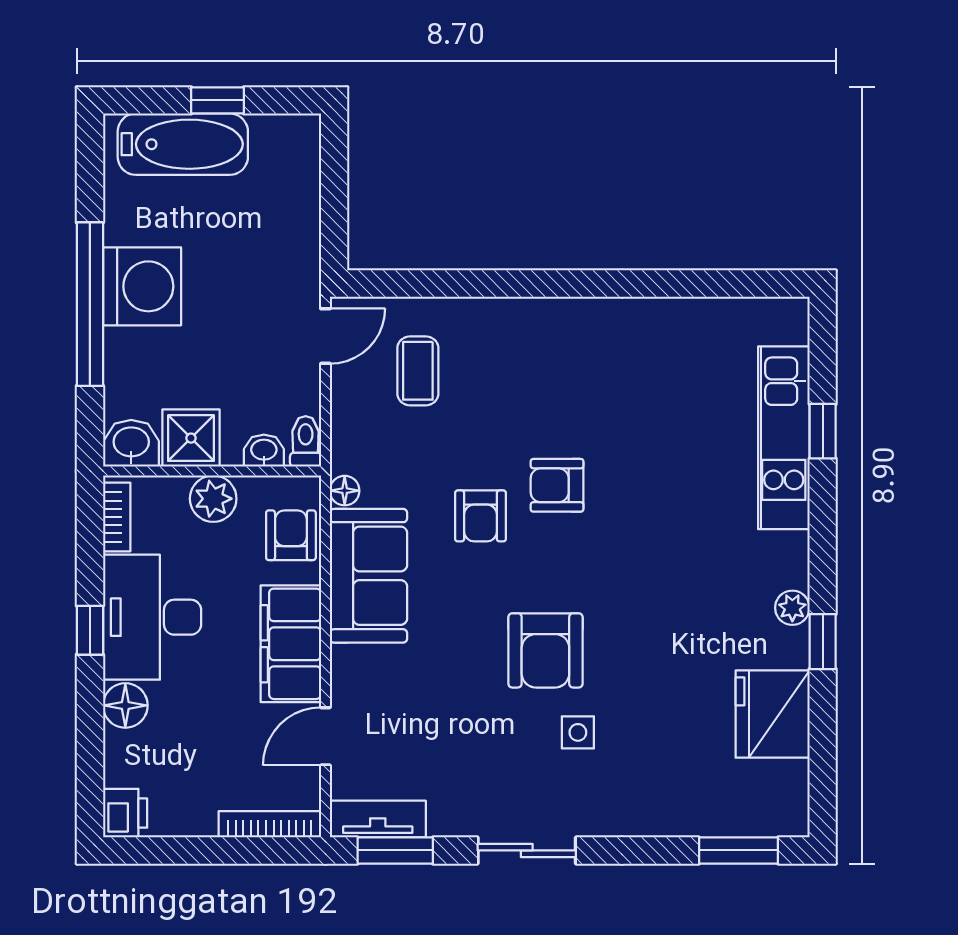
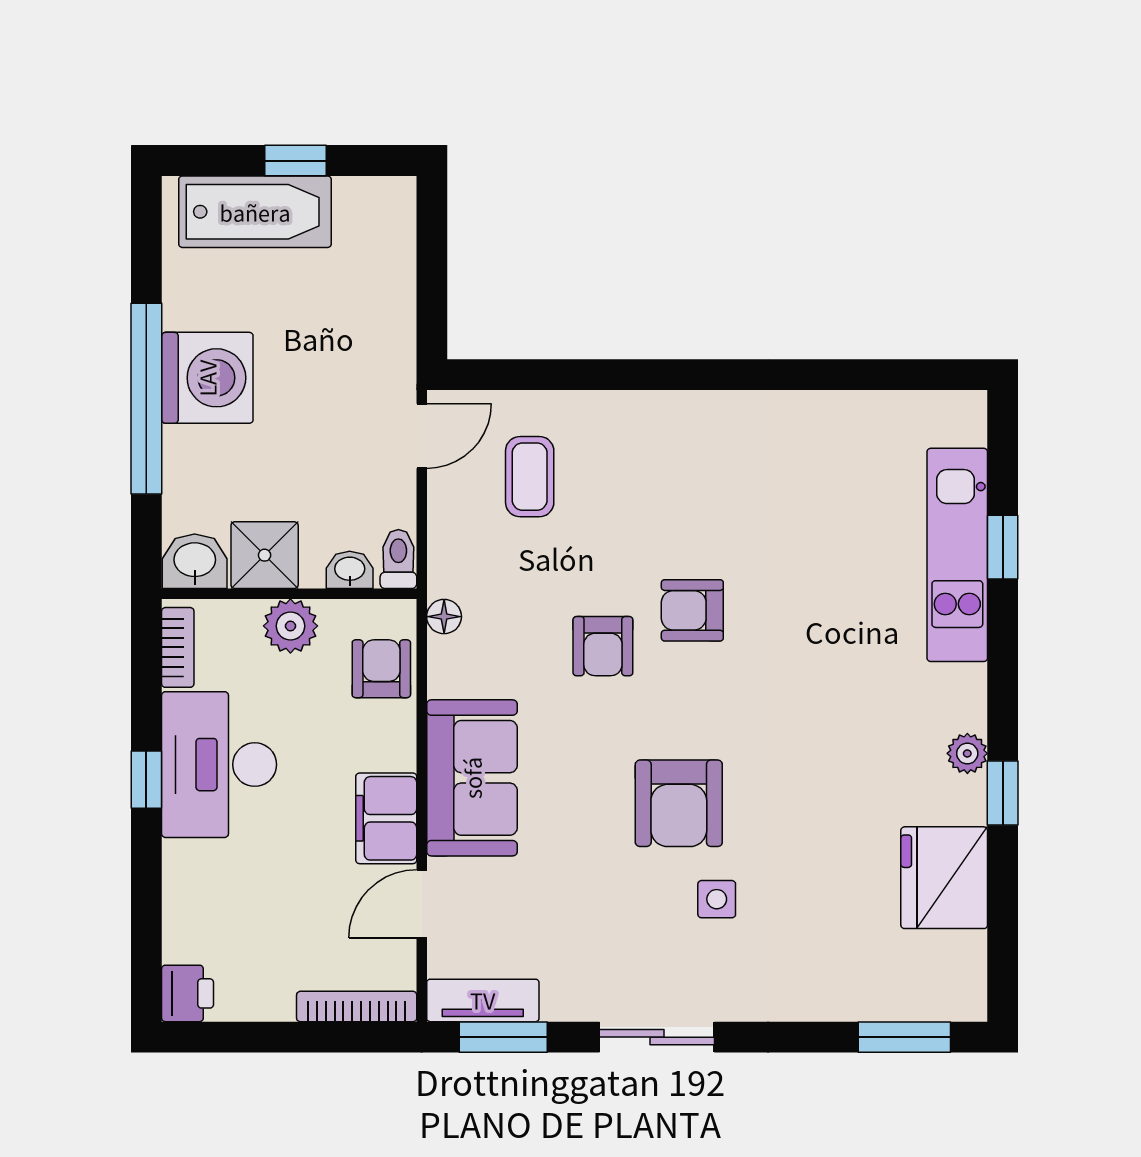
sofa: (368, 576) -> (472, 778), moved
filing cabinet: (291, 644) -> (386, 818), width x0.67, depth x0.86
floor lamp: (125, 705) -> (188, 868), removed

